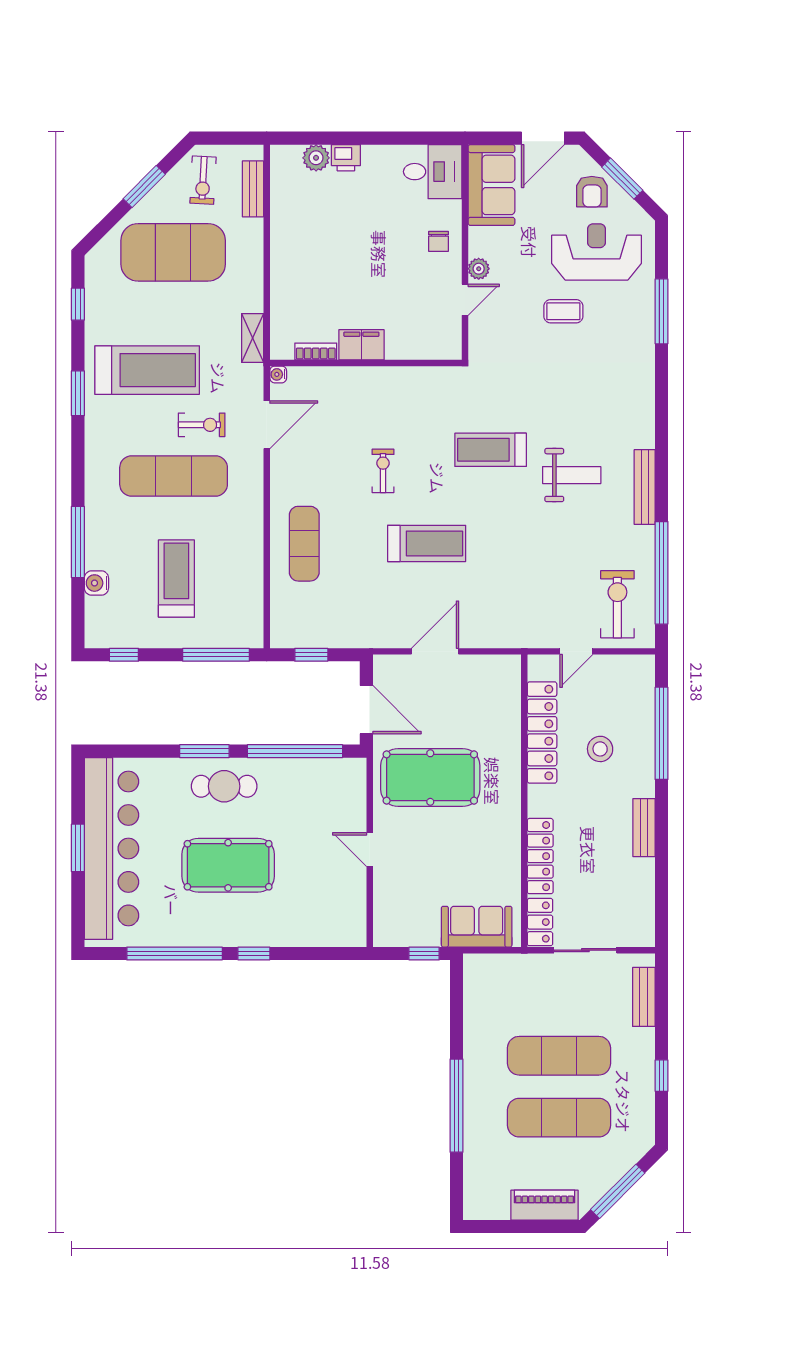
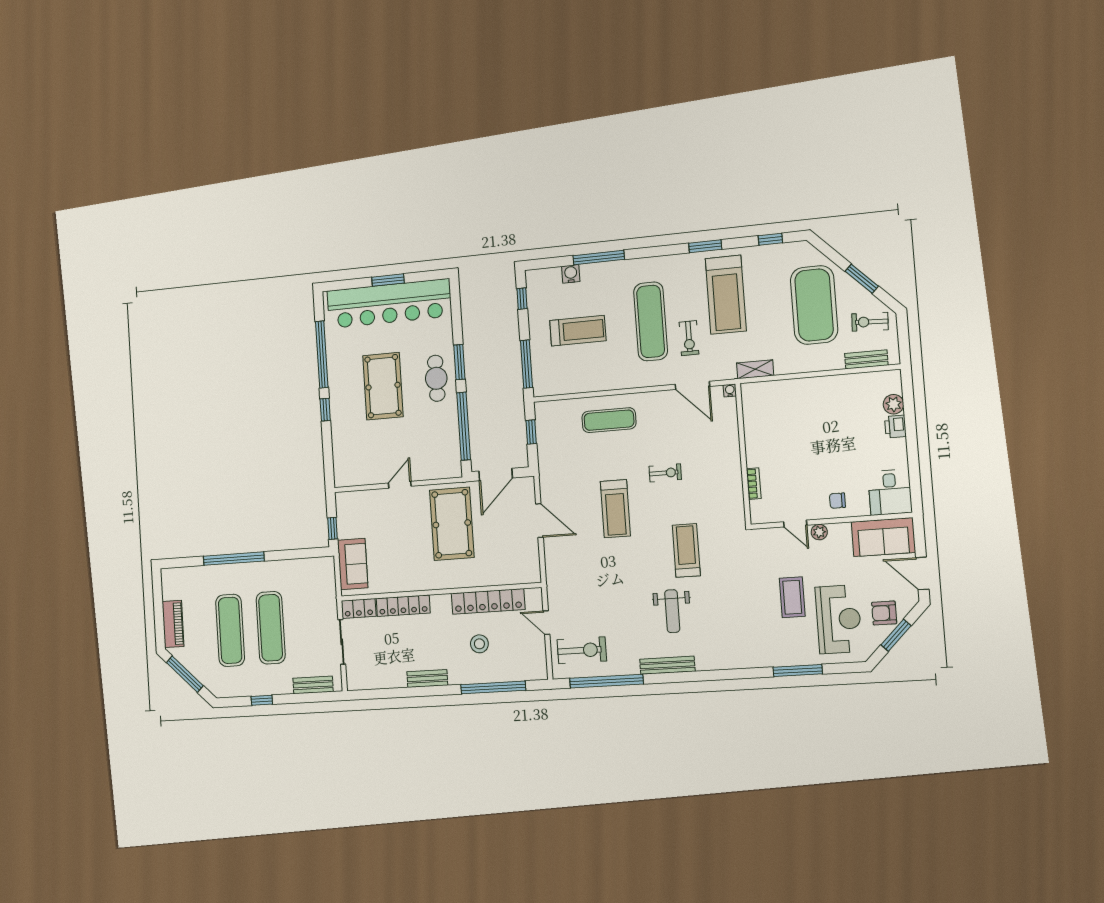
coffee table: (563, 311) -> (792, 597), width x1.36, depth x1.30
filing cabinet: (361, 345) -> (756, 450), removed
bookcase: (316, 351) -> (754, 484), moved

